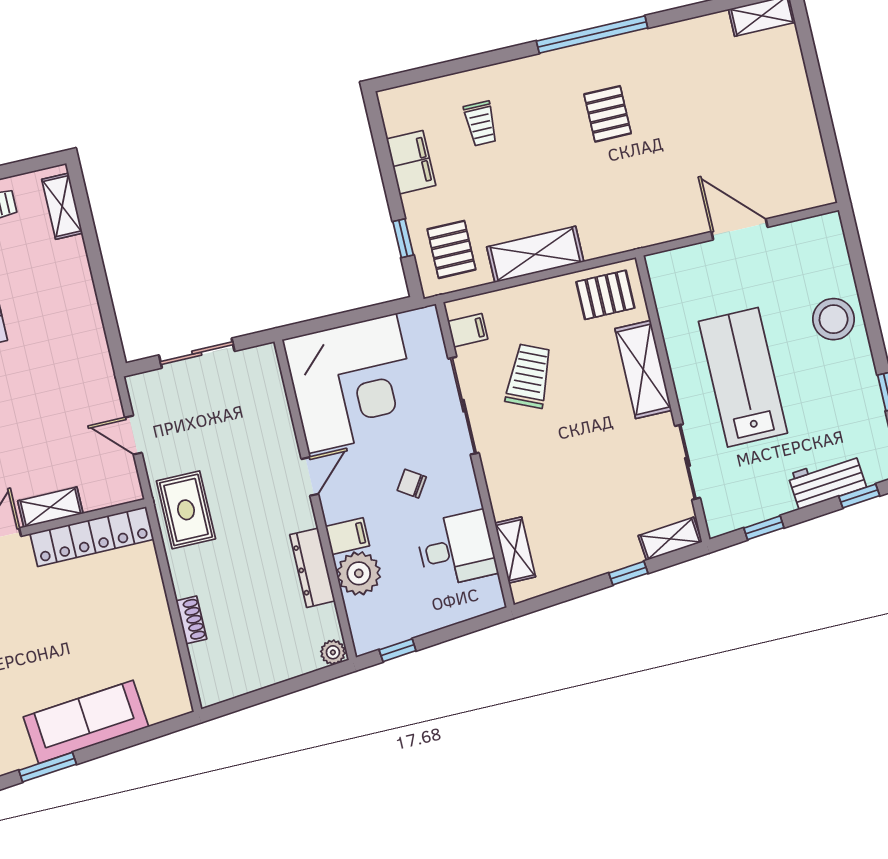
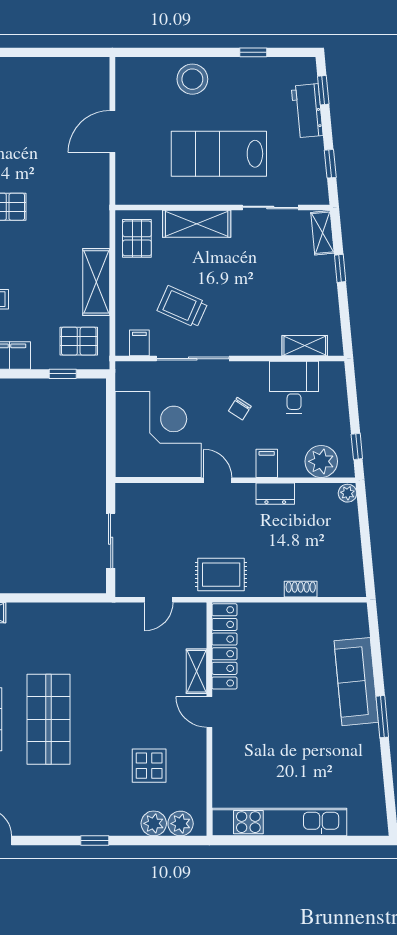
dresser: (312, 568) -> (275, 494), width x0.70
plant: (359, 573) -> (321, 461), moved

